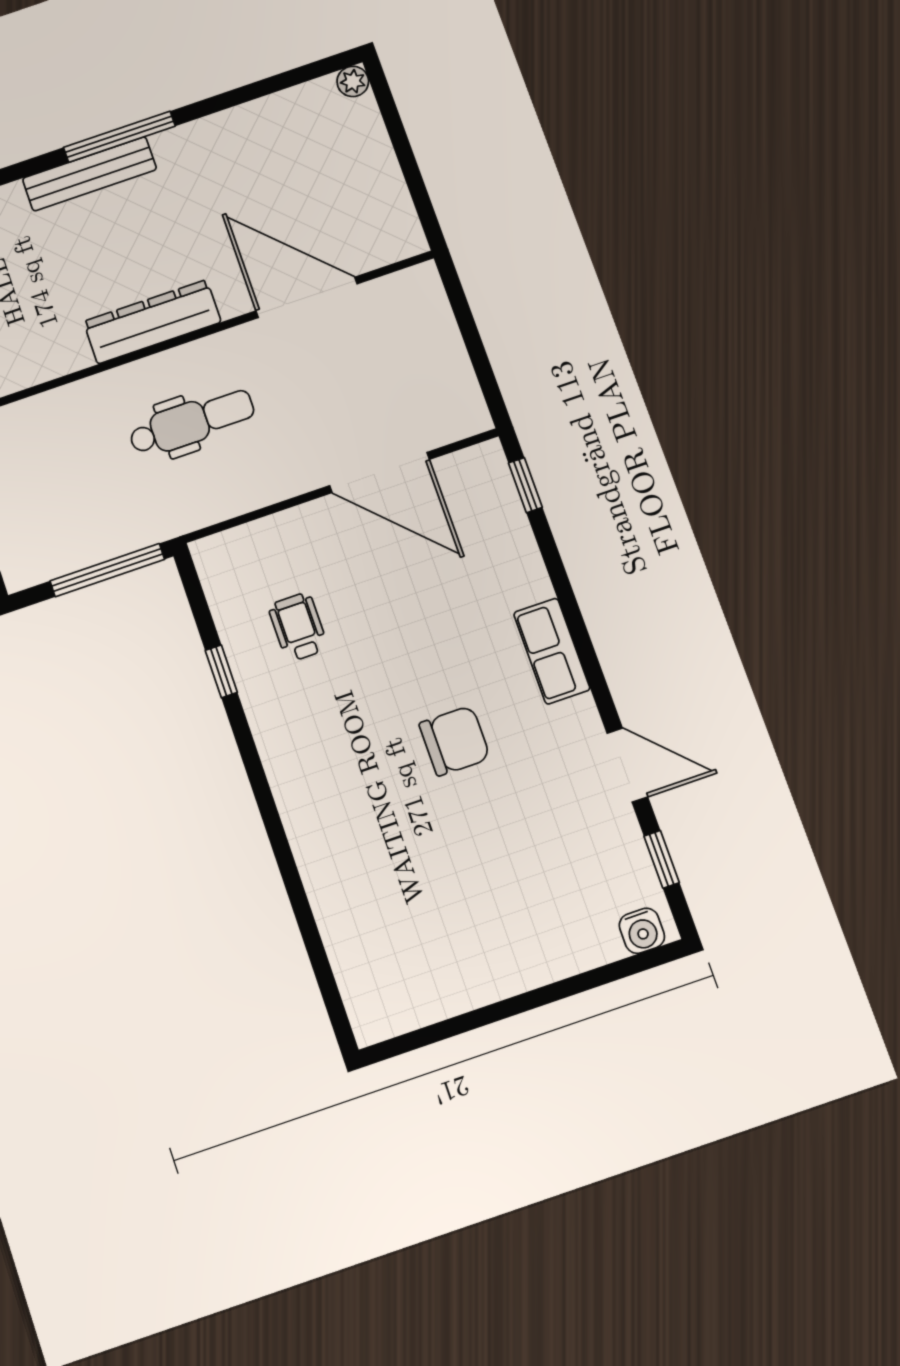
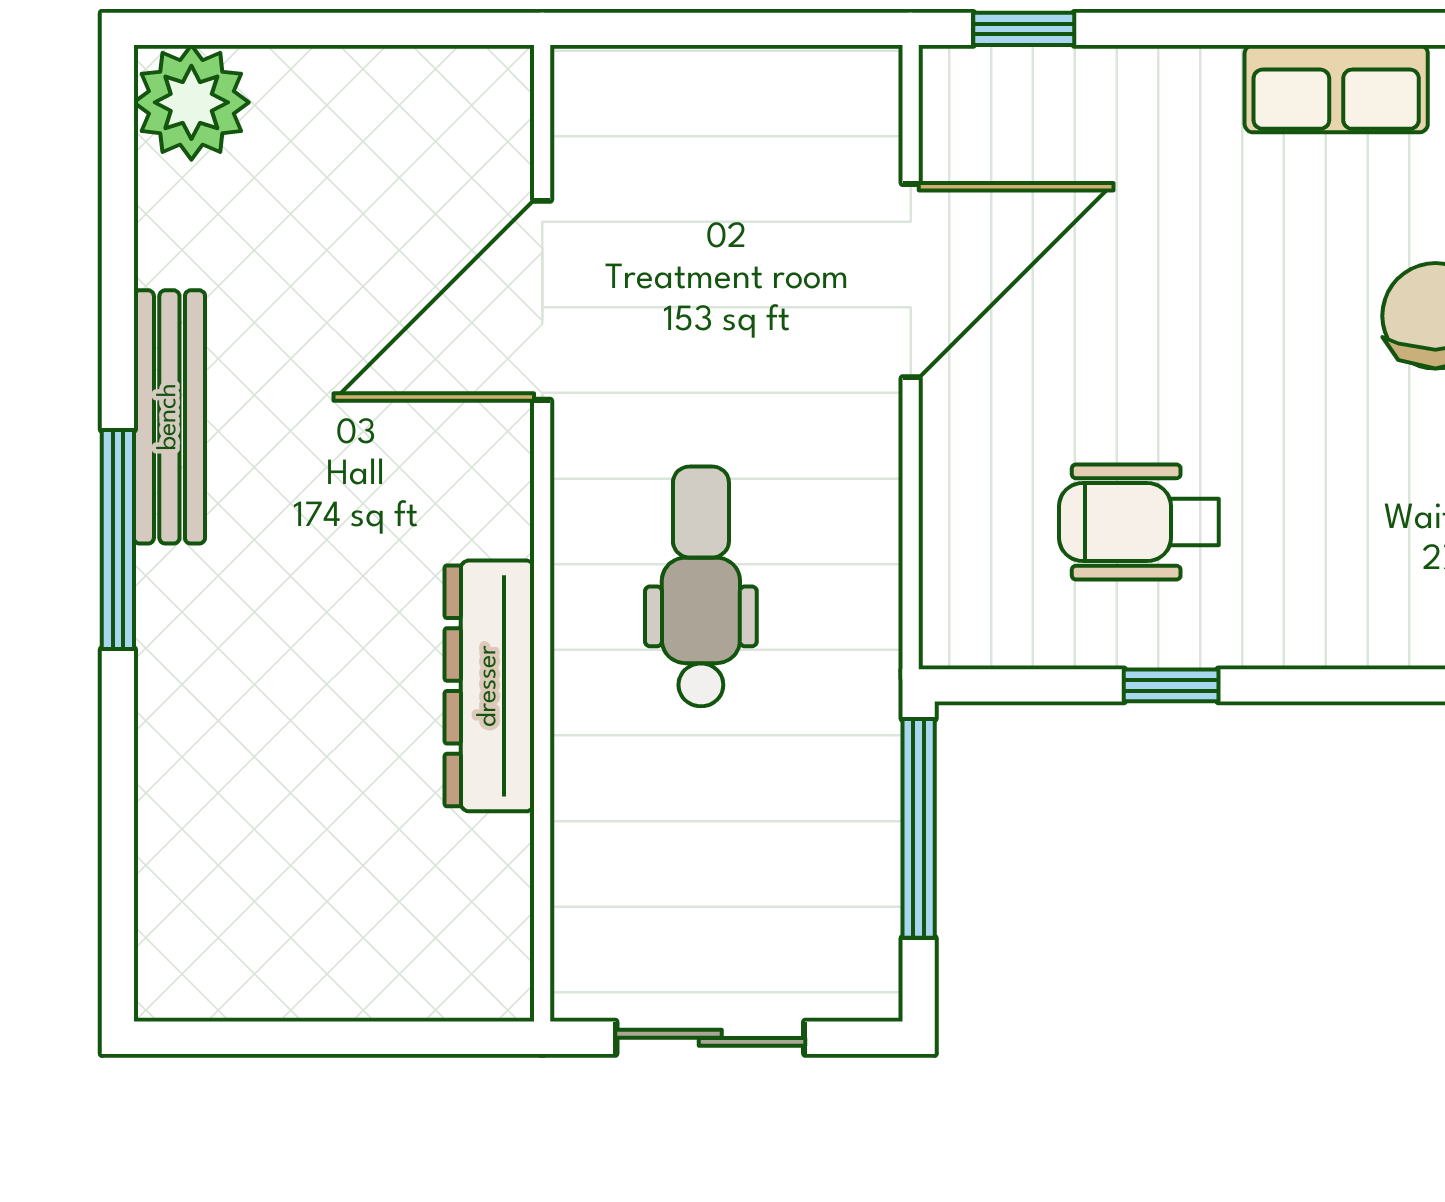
plant: (353, 81) -> (191, 102), width x1.87, depth x1.87
bench: (89, 174) -> (169, 417), moved
dresser: (152, 322) -> (489, 686), moved
wheelchair: (298, 627) -> (1139, 522), width x1.36, depth x1.37

